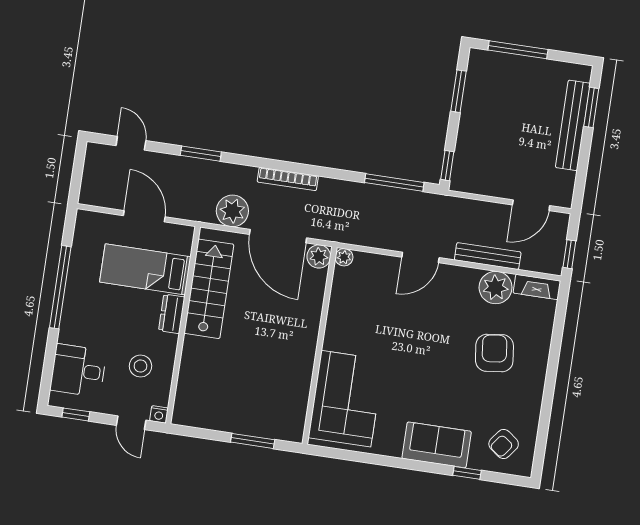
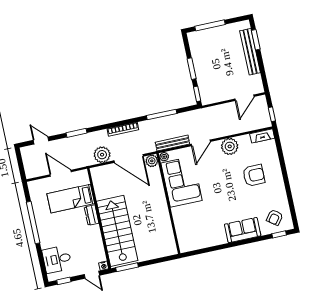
window: (458, 91) -> (192, 69), moved
window: (394, 183) -> (162, 114), moved
bench: (488, 256) -> (172, 143), moved
plant: (496, 288) -> (230, 146), moved
stairs: (209, 289) -> (117, 231), moved, width x1.36, depth x1.51
armchair: (494, 353) -> (254, 175), turned 97
stool: (140, 366) -> (86, 246), removed
corner sofa: (346, 399) -> (182, 182), moved
window: (253, 441) -> (127, 267), moved
window: (467, 473) -> (279, 234), moved

